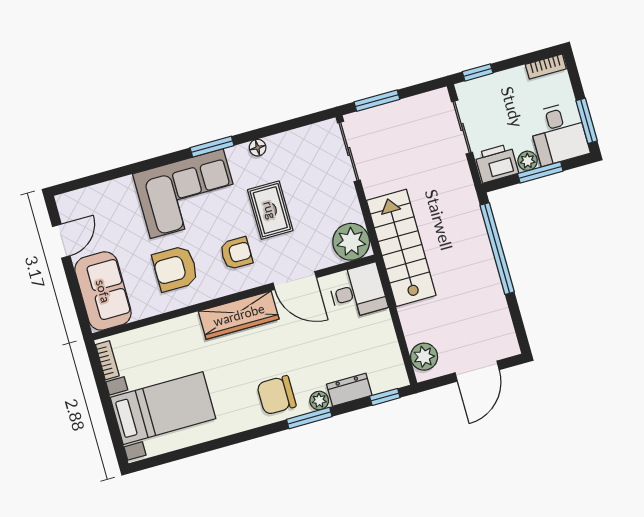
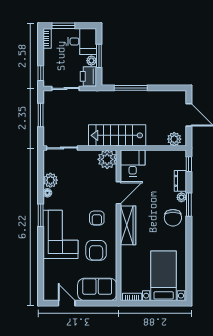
window: (377, 101) -> (41, 115), moved
window: (587, 121) -> (63, 26), moved
plant: (283, 147) -> (50, 180), added
rug: (270, 210) -> (80, 195), removed
window: (497, 249) -> (131, 88), width x0.68
armchair: (236, 253) -> (97, 218), turned 180

